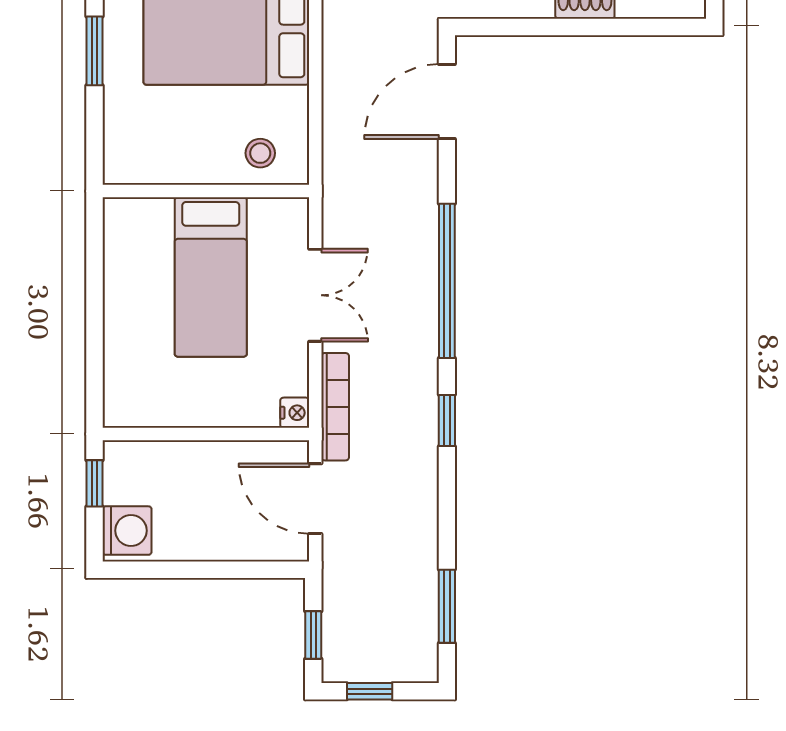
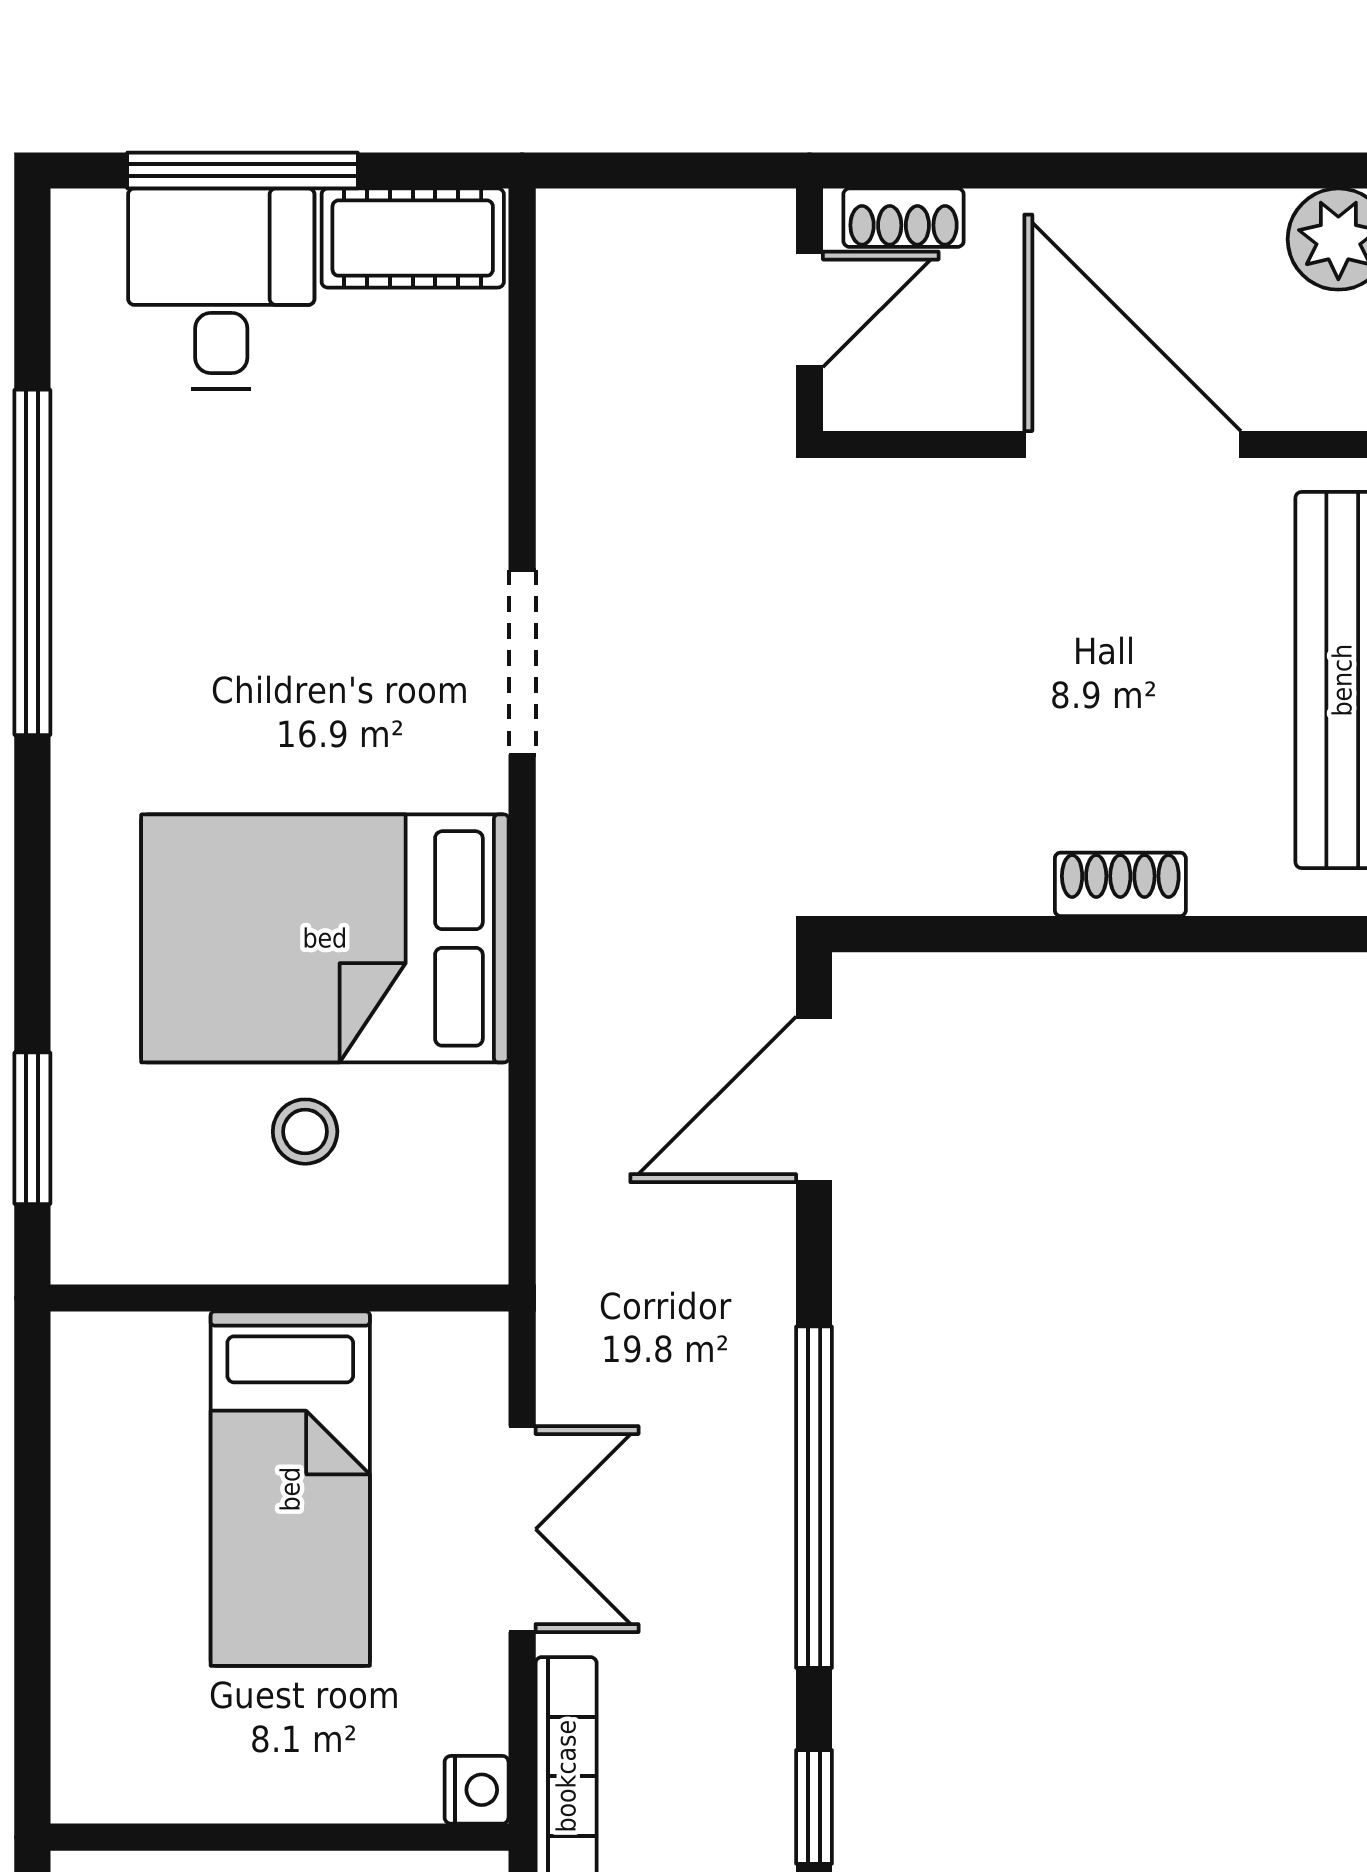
window: (95, 51) -> (32, 1128), moved
stool: (260, 153) -> (305, 1132), moved

